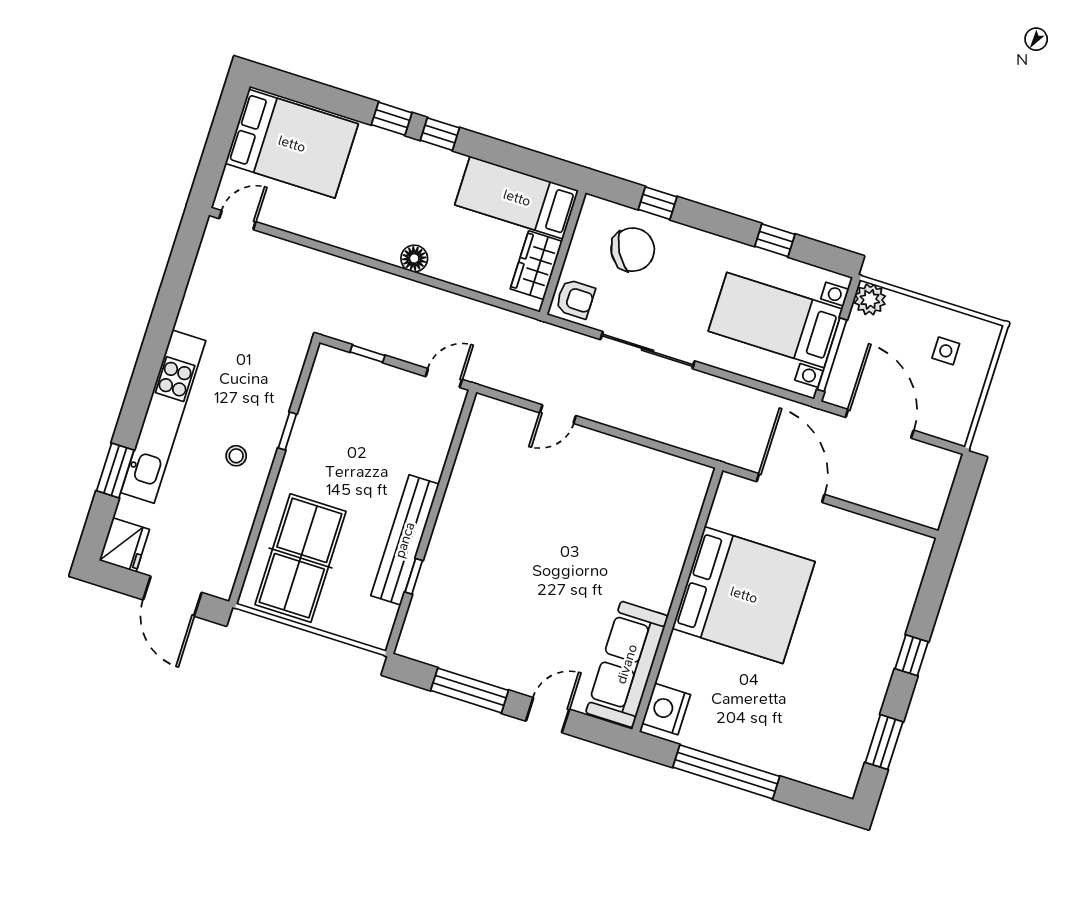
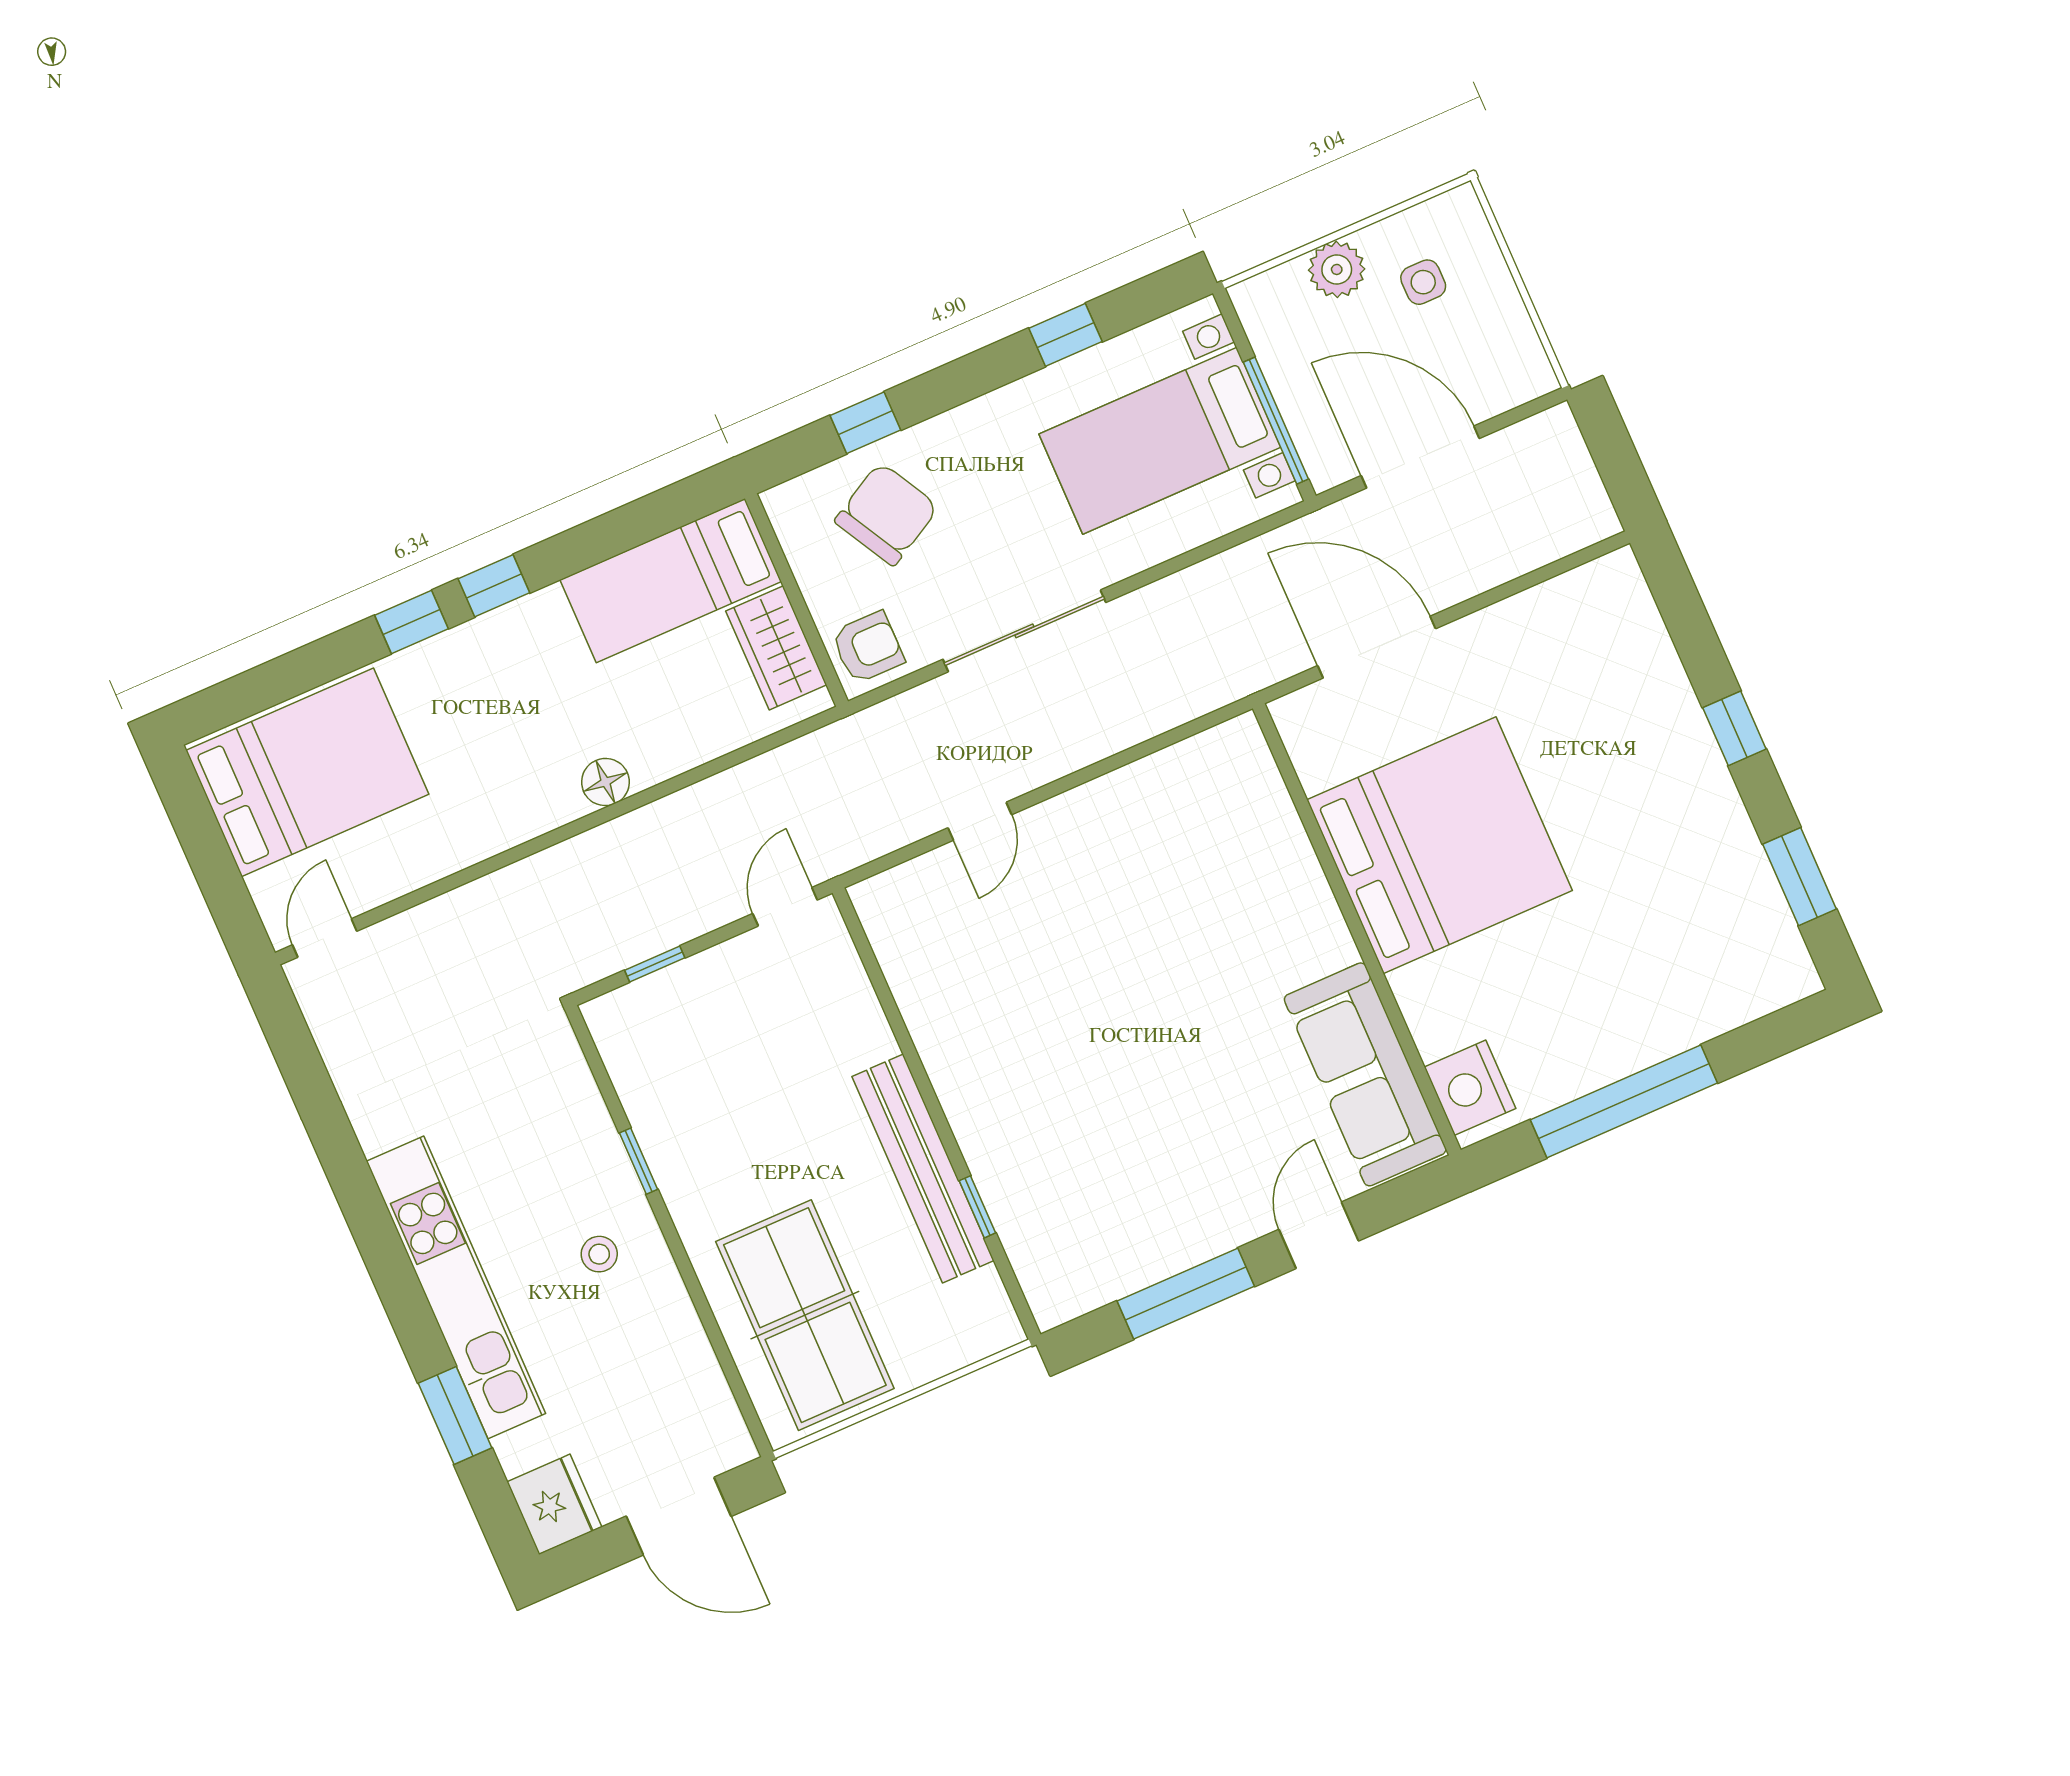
plant: (870, 299) -> (1337, 269), moved

